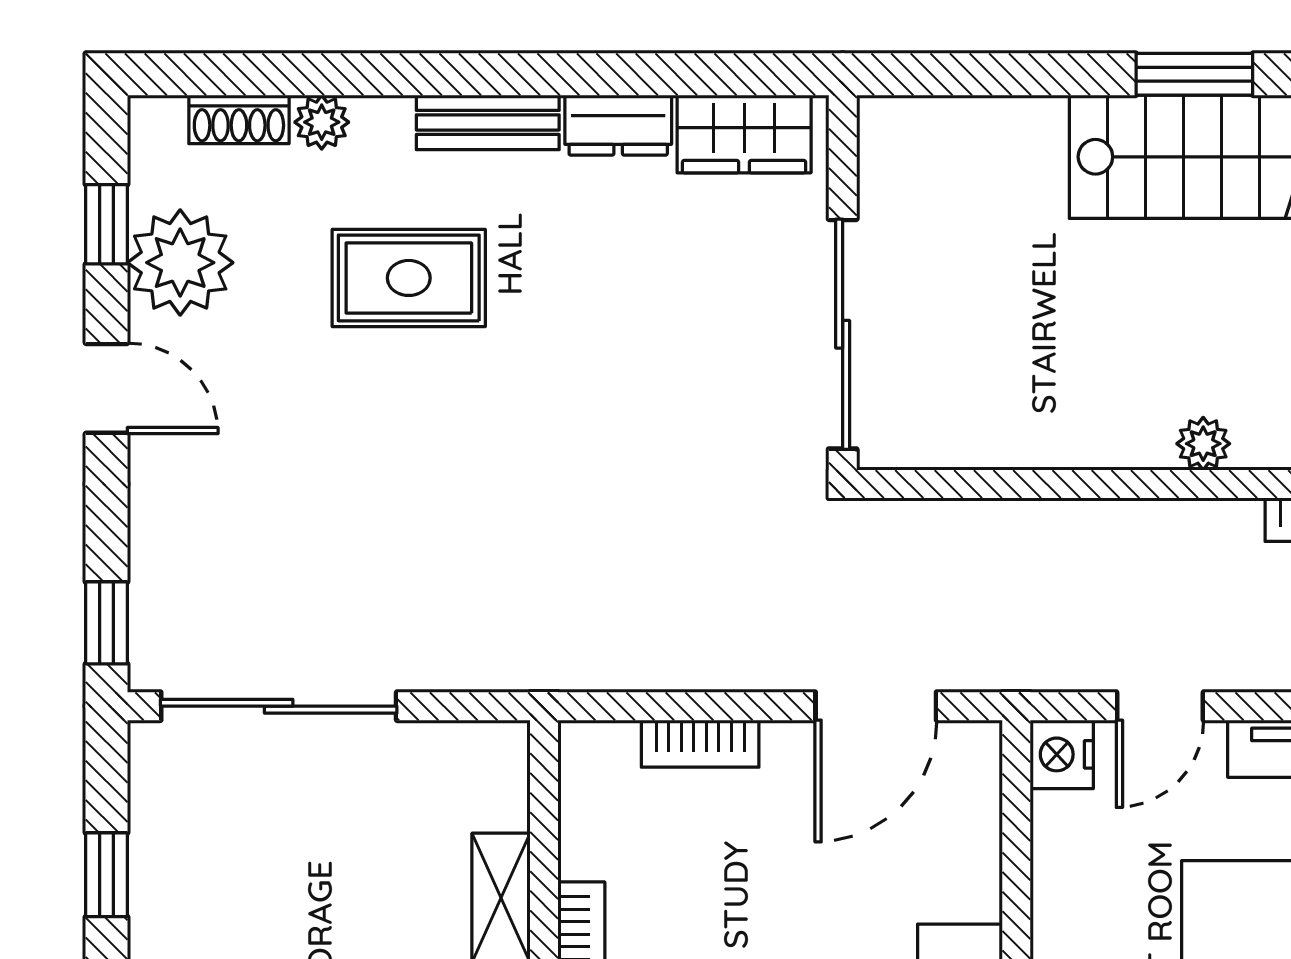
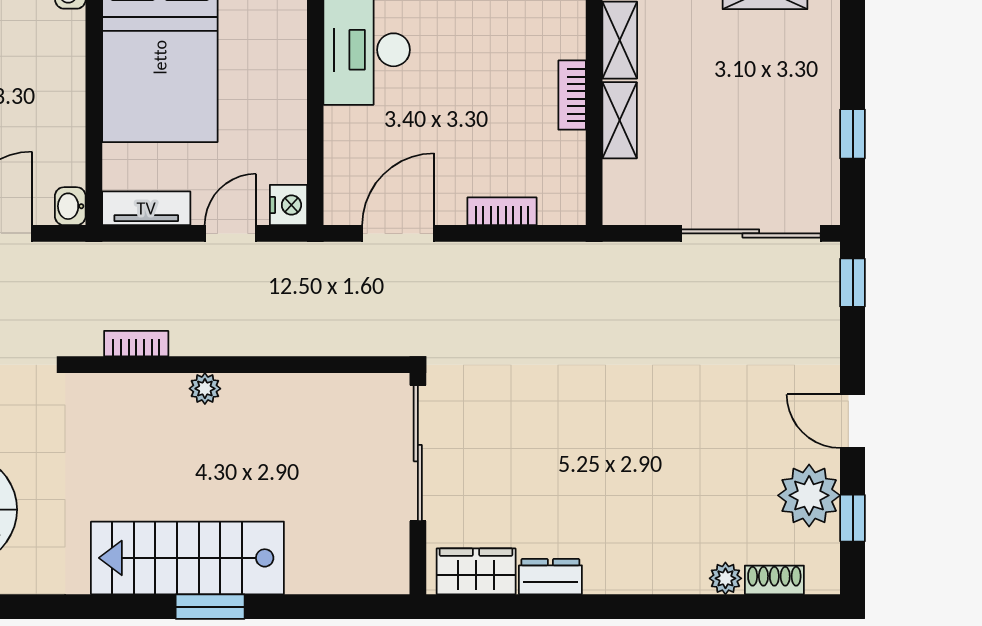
bench: (488, 122) -> (627, 578), removed
rug: (409, 278) -> (674, 486), removed

